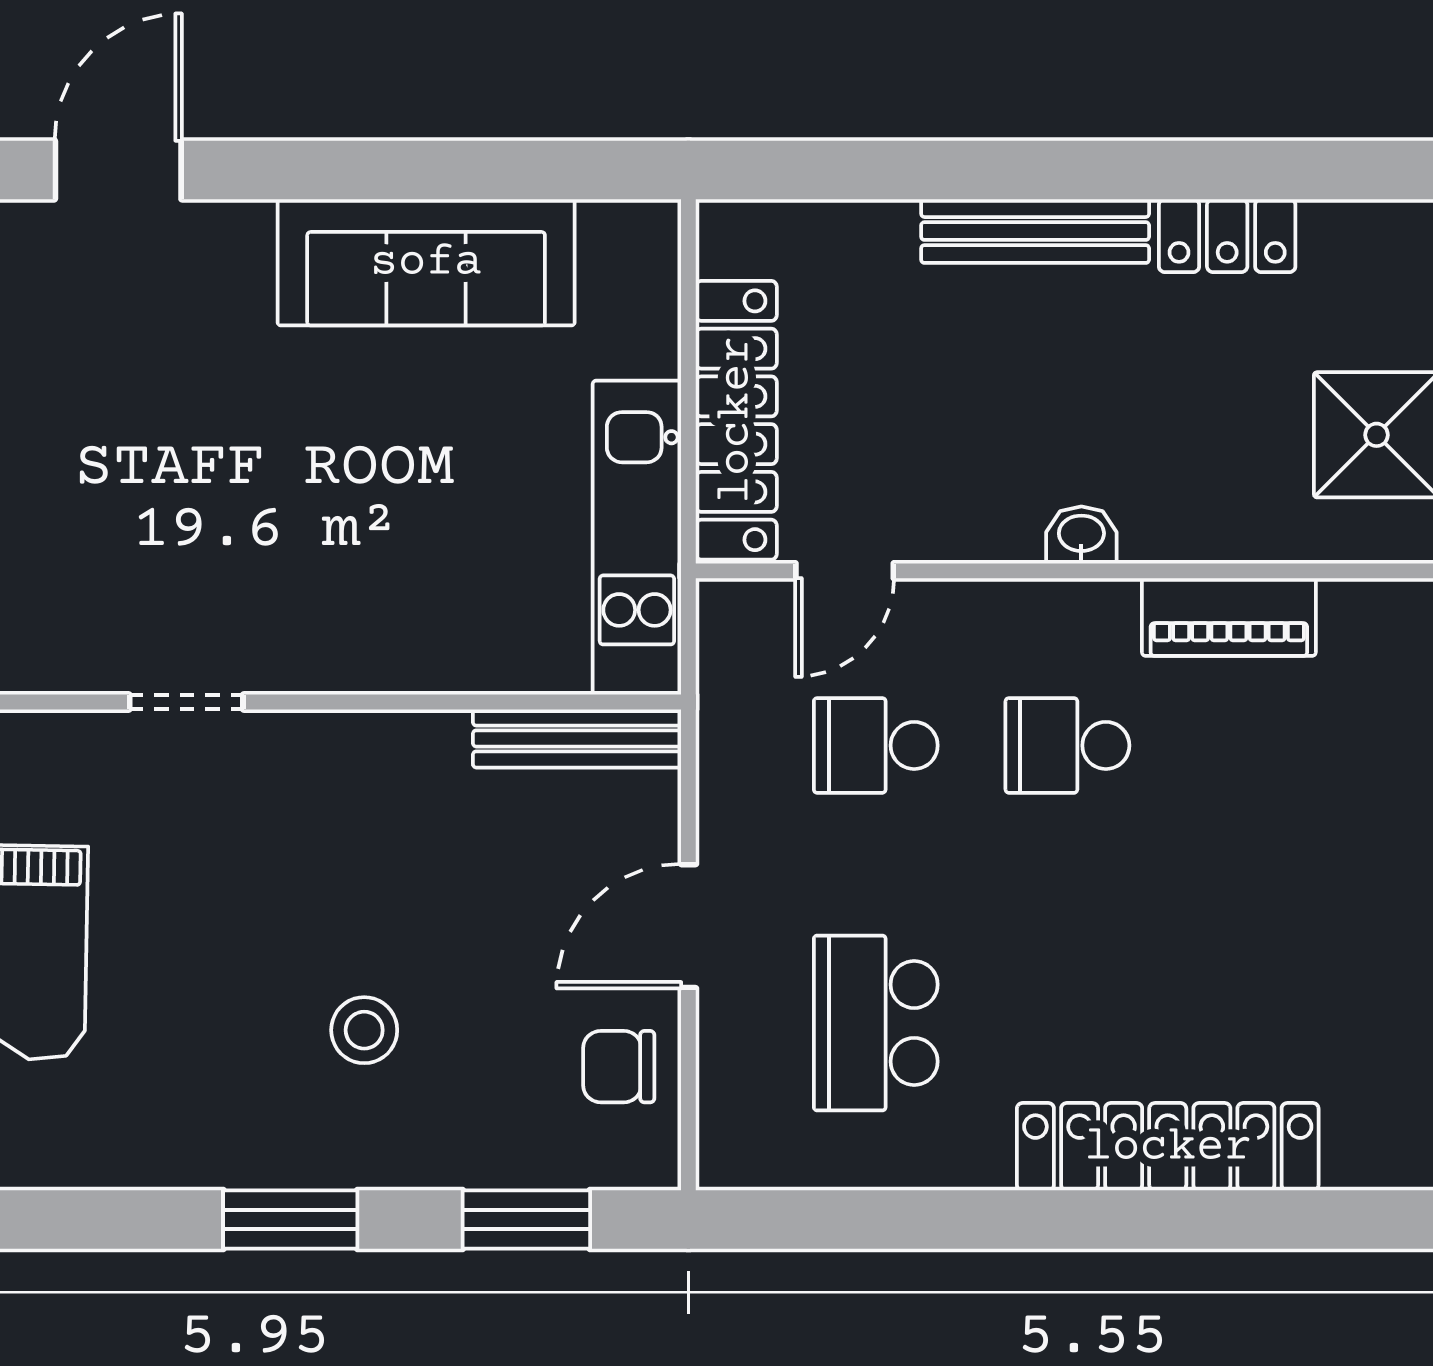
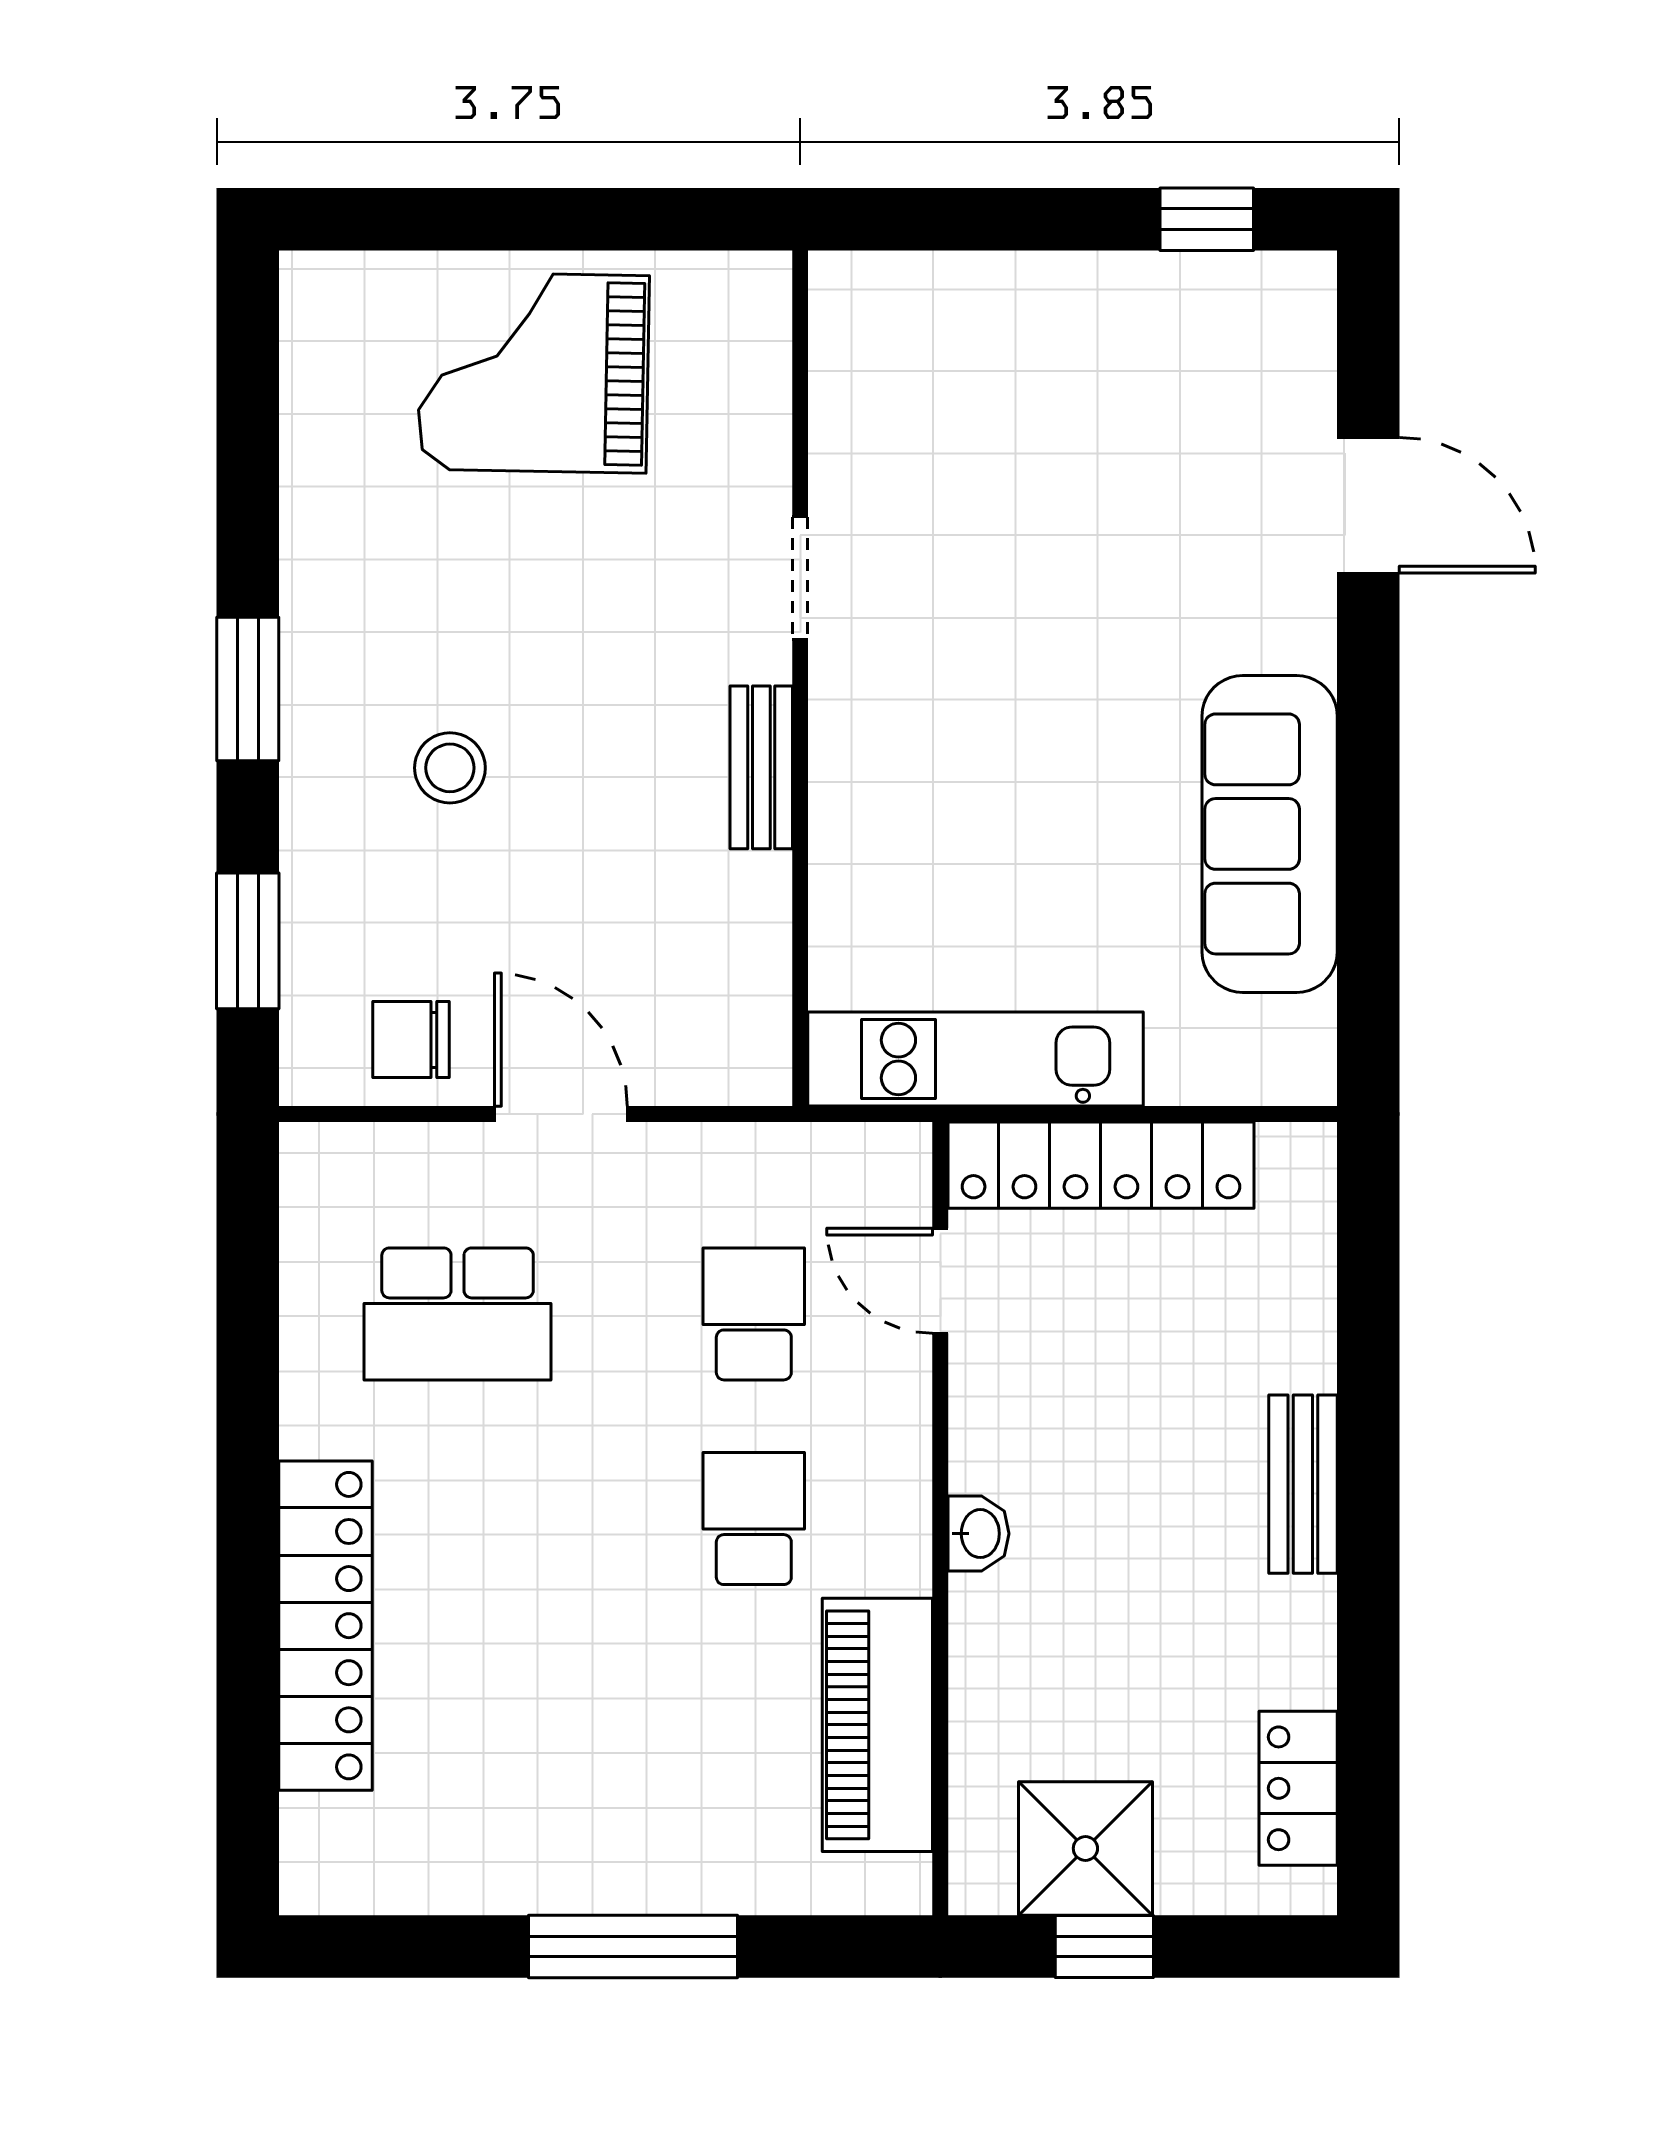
bench: (1035, 231) -> (1303, 1484), width x0.73
locker: (1227, 236) -> (1298, 1788), moved
piano: (1229, 617) -> (877, 1725), width x1.37, depth x1.33
bench: (577, 738) -> (761, 767), moved, width x0.73
school desk: (876, 1023) -> (458, 1314), turned 180
chair: (619, 1067) -> (411, 1040), turned -90

